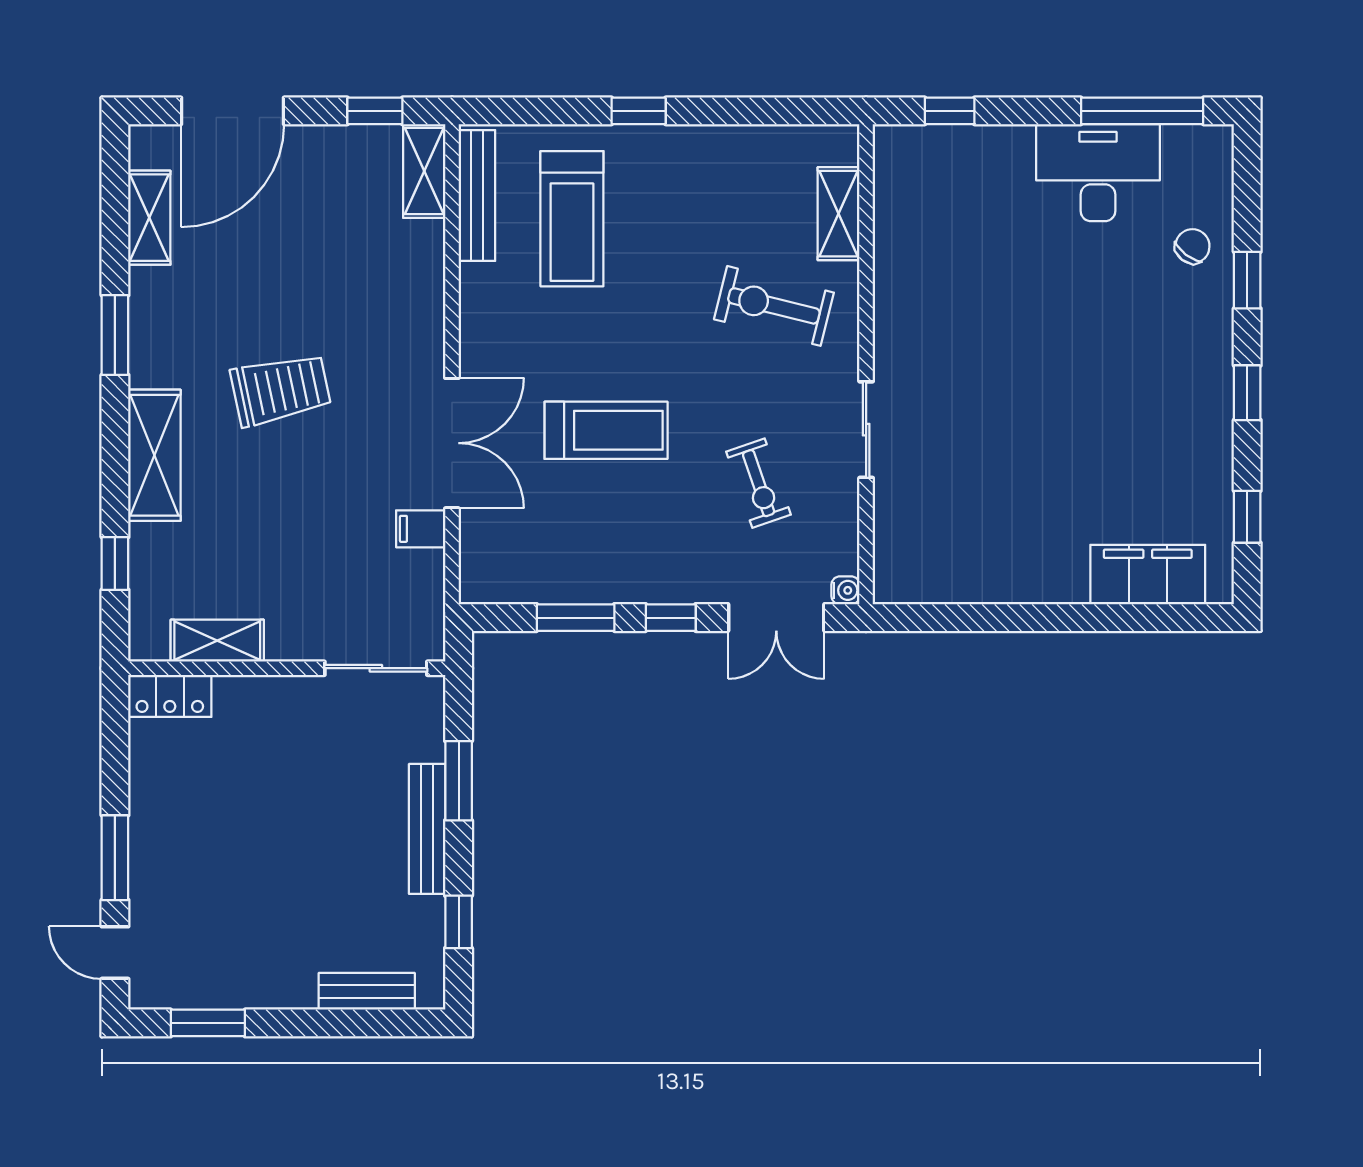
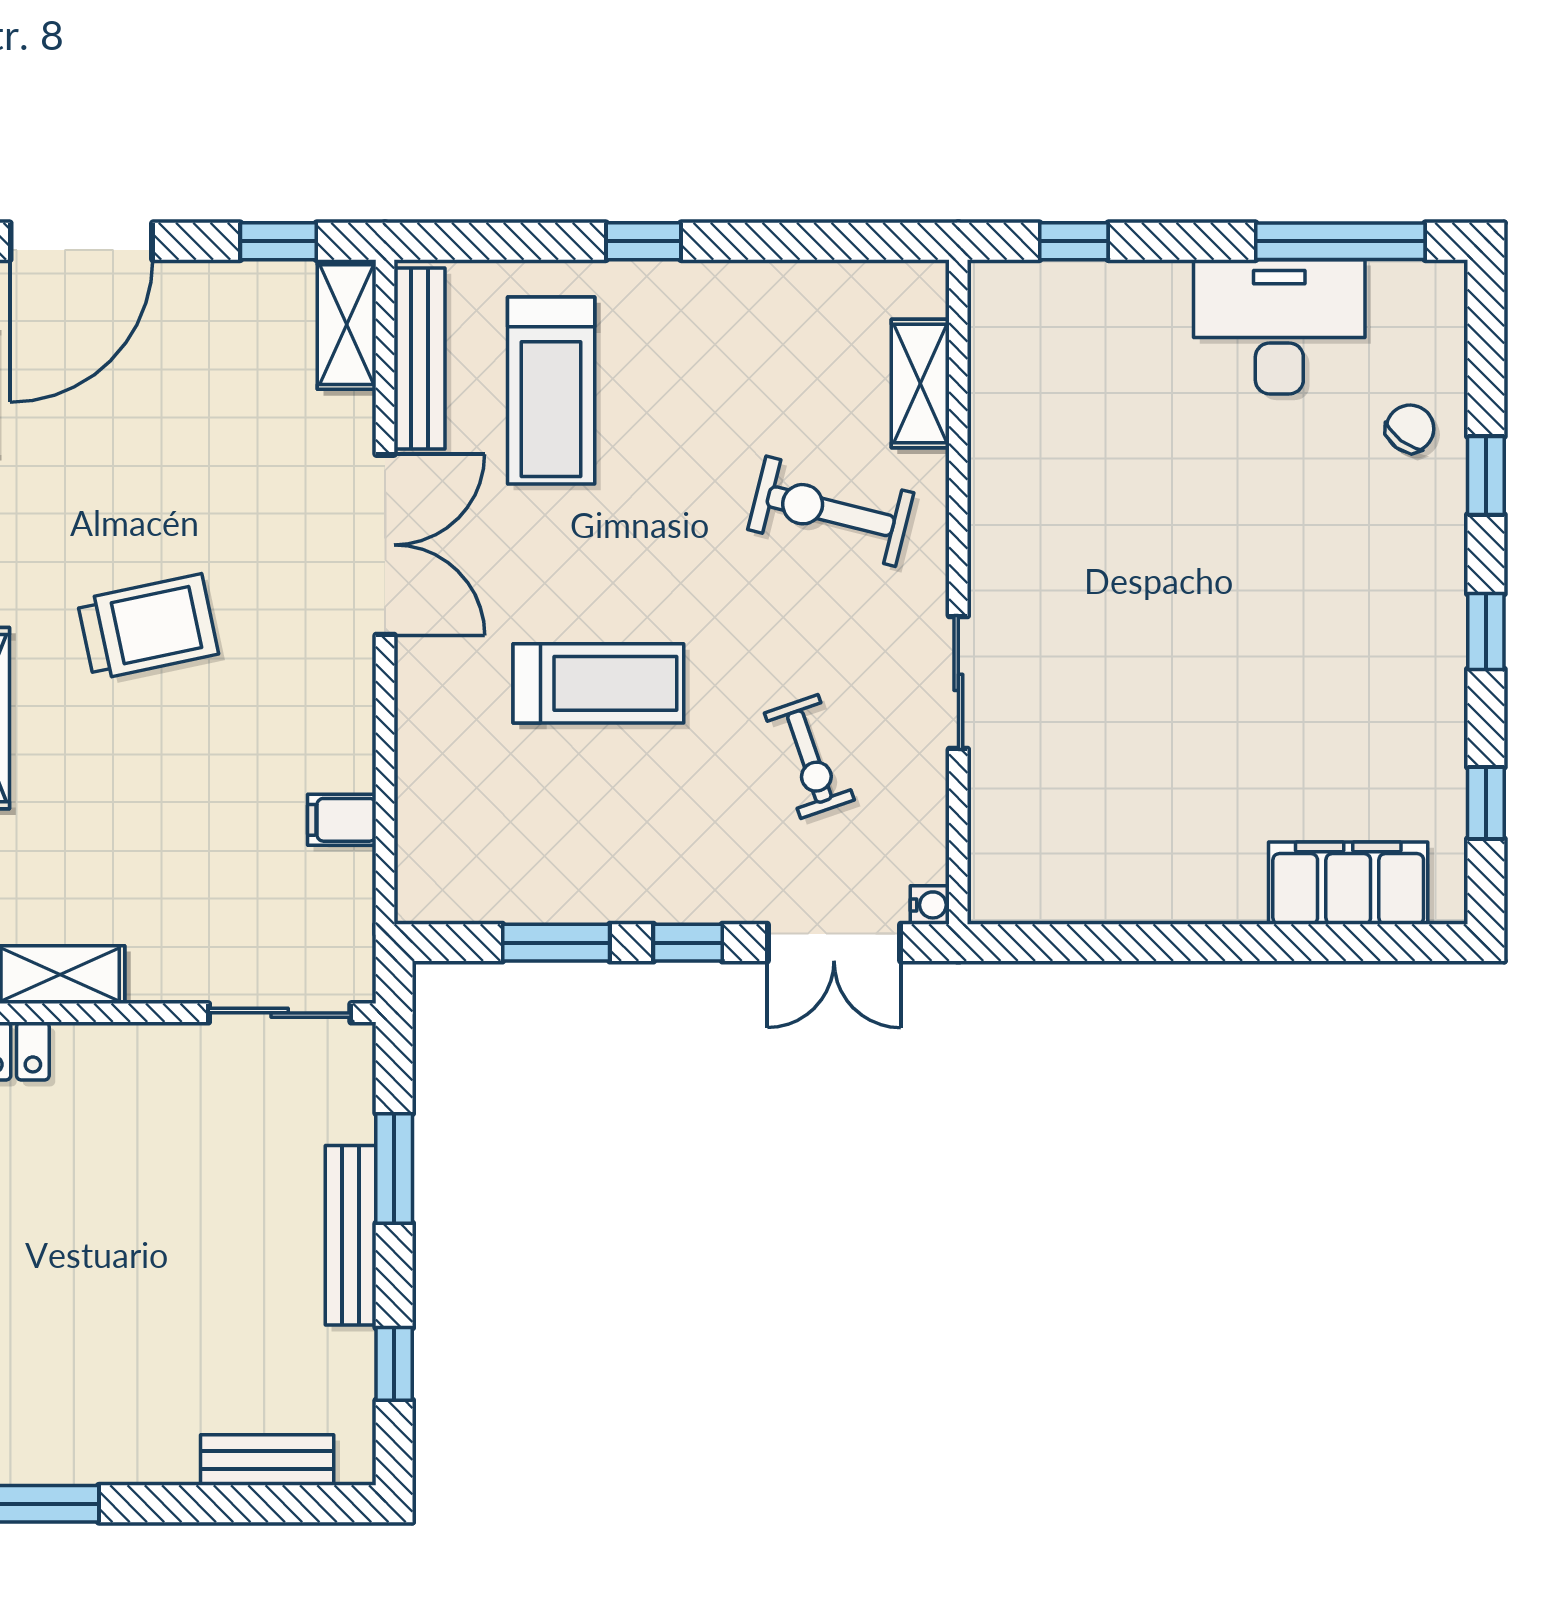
double door: (452, 443) -> (385, 545), moved

